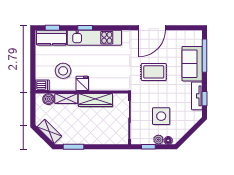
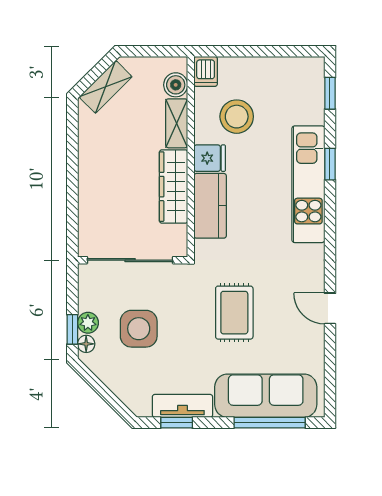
door: (152, 28) -> (330, 308), width x0.53
kitchen counter: (52, 38) -> (210, 206), moved, turned 180
sofa: (192, 64) -> (266, 396), width x1.36
window: (73, 147) -> (72, 139), removed
window: (148, 147) -> (72, 329), moved

